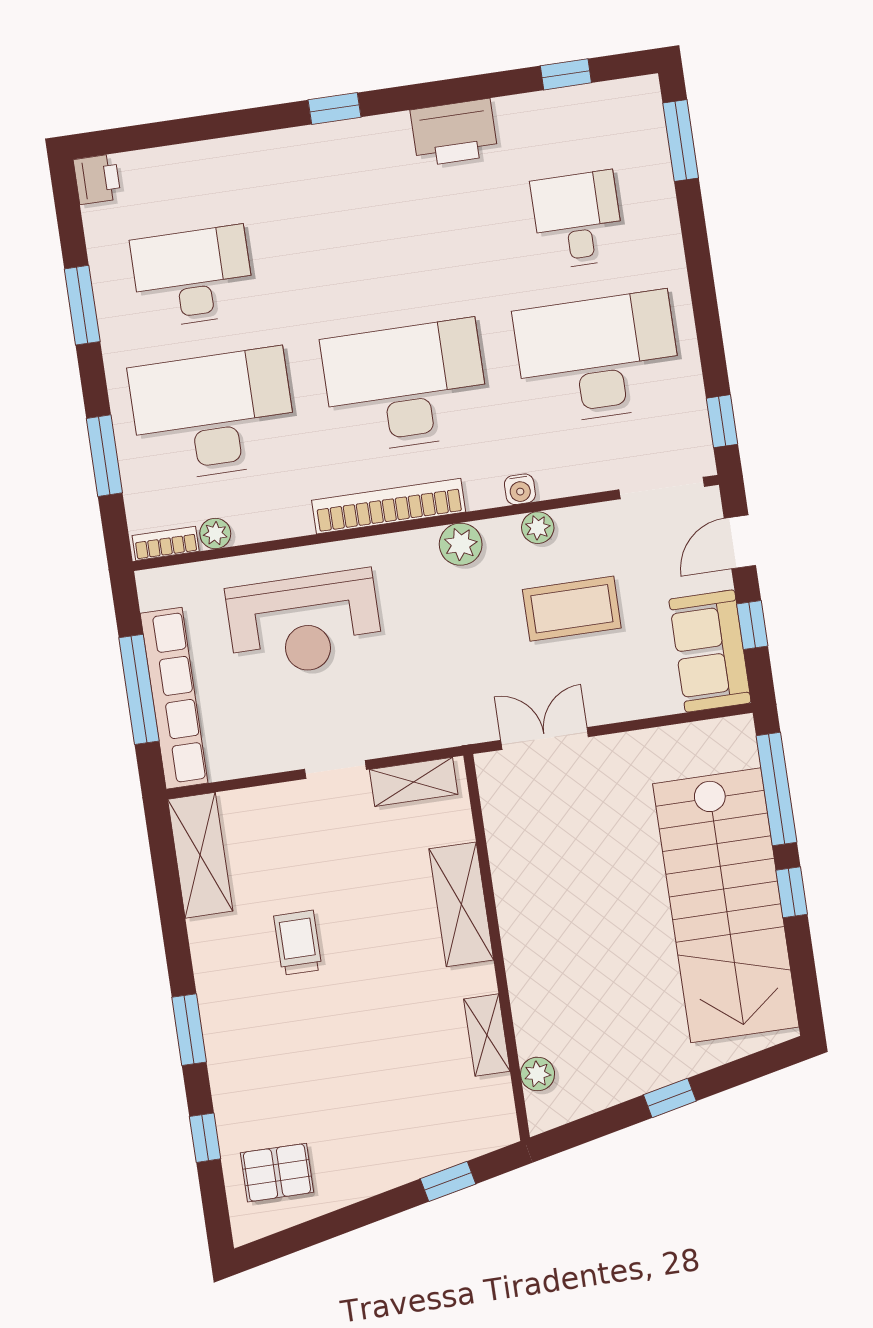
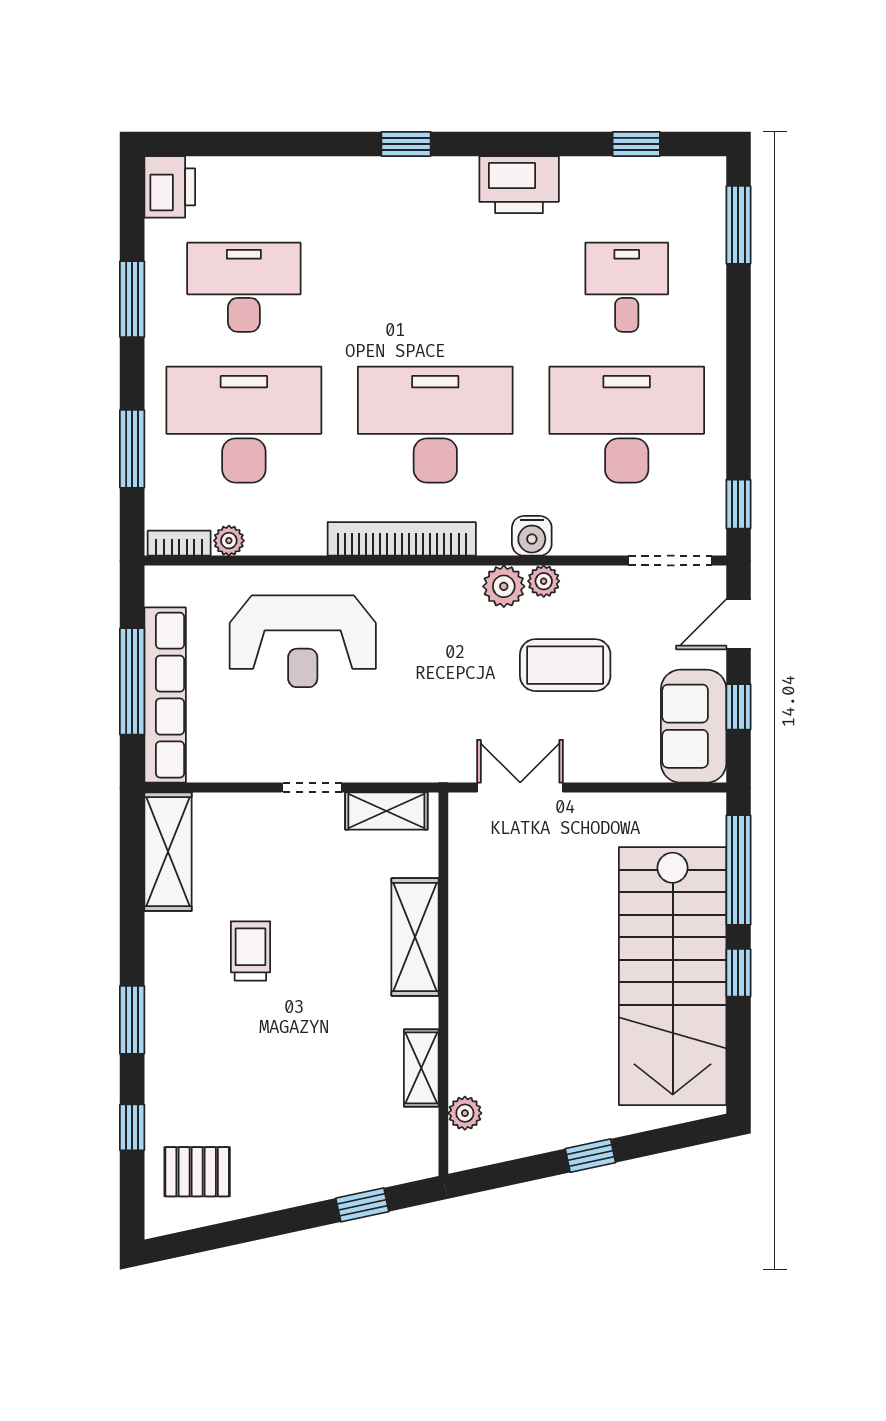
printer: (97, 179) -> (170, 187), width x1.36, depth x1.24
water cooler: (520, 489) -> (532, 536), width x1.38, depth x1.38
plant: (461, 544) -> (504, 586), moved

